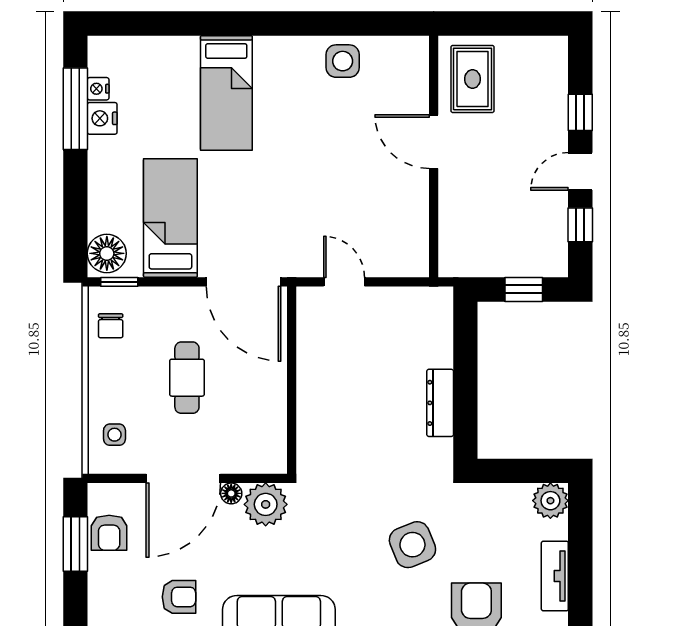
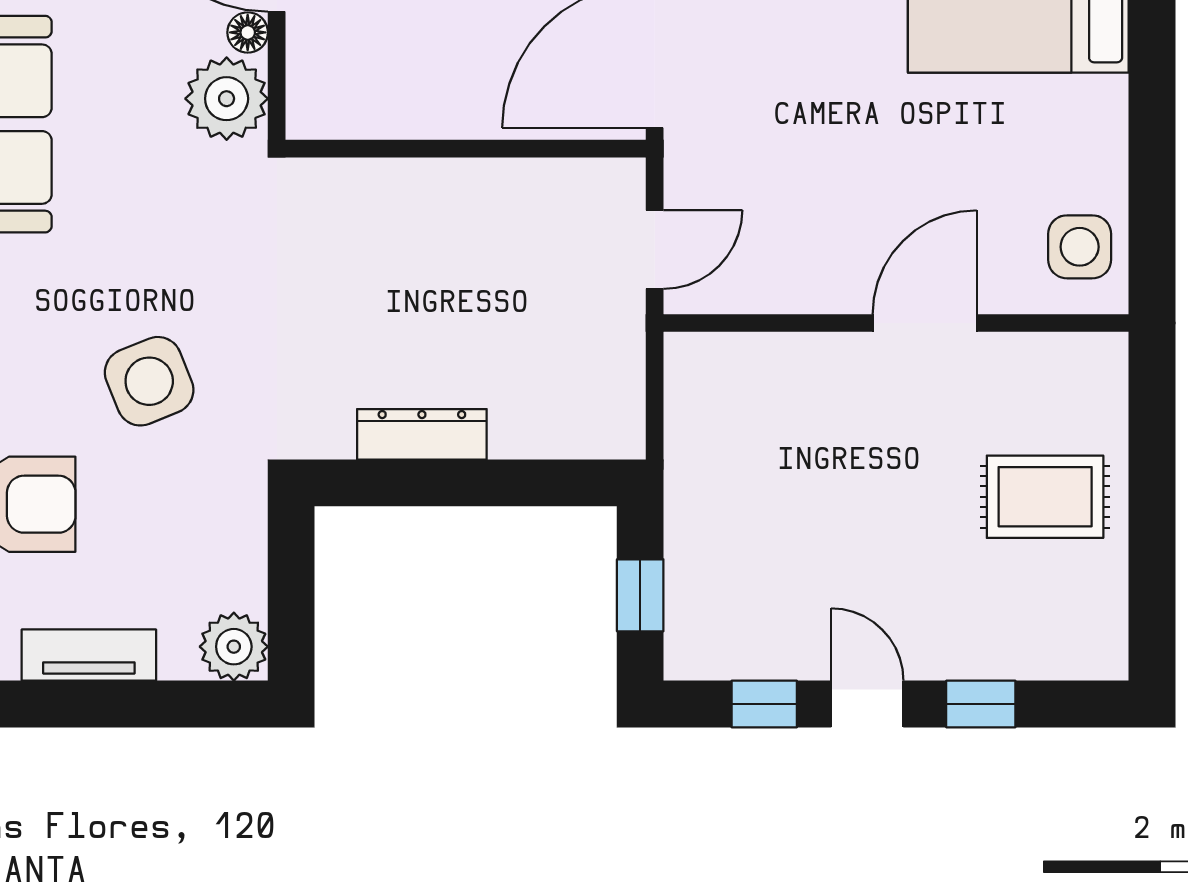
door: (434, 142) -> (925, 323), moved
wall: (434, 156) -> (896, 323), moved

